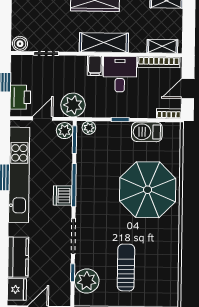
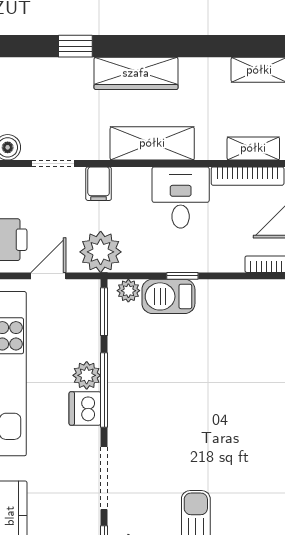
filing cabinet: (95, 66) -> (99, 184), moved
plant: (65, 131) -> (87, 375), moved
barbecue: (147, 132) -> (168, 296), moved
parasol: (148, 190) -> (231, 396), removed

